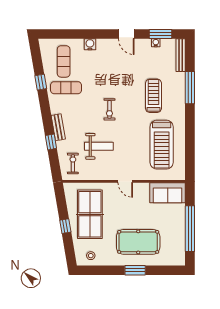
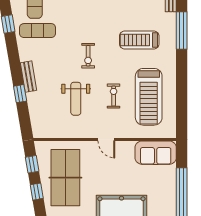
treadmill: (153, 96) -> (139, 40), turned -90
weight bench: (99, 146) -> (76, 99), turned 90
exercise bike: (73, 163) -> (114, 96), moved
window: (61, 203) -> (32, 164), added

